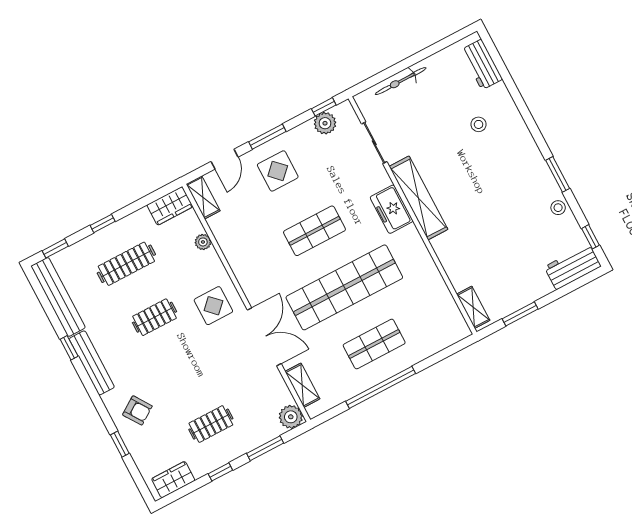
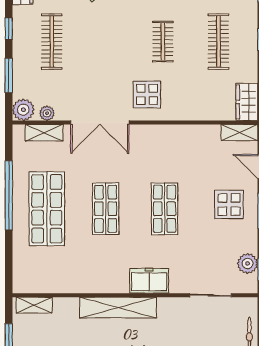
shelving: (418, 198) -> (118, 308), moved
plant: (203, 242) -> (47, 113), moved
shop shelf: (344, 287) -> (106, 209), width x0.50, depth x0.74
shop shelf: (374, 344) -> (47, 209), width x1.43, depth x1.36
clothes rail: (211, 424) -> (52, 42), width x1.36

